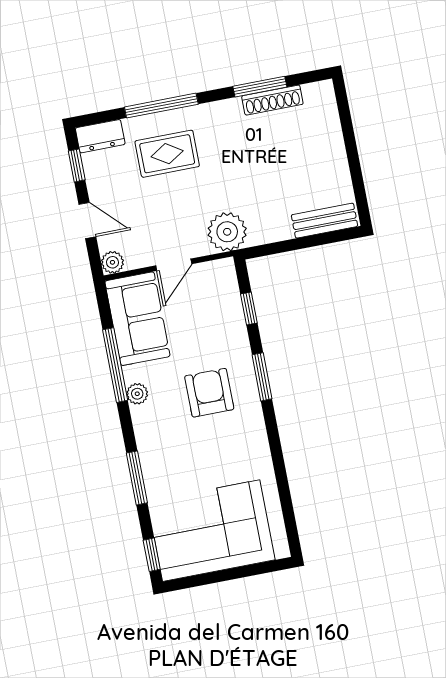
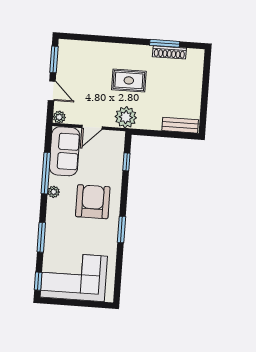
window: (161, 106) -> (108, 39), removed
dresser: (100, 136) -> (71, 47), removed
rug: (167, 154) -> (129, 80), moved
window: (77, 165) -> (54, 59), width x1.50
window: (262, 377) -> (122, 229), moved
armchair: (209, 393) -> (93, 202), width x1.36, depth x1.36

